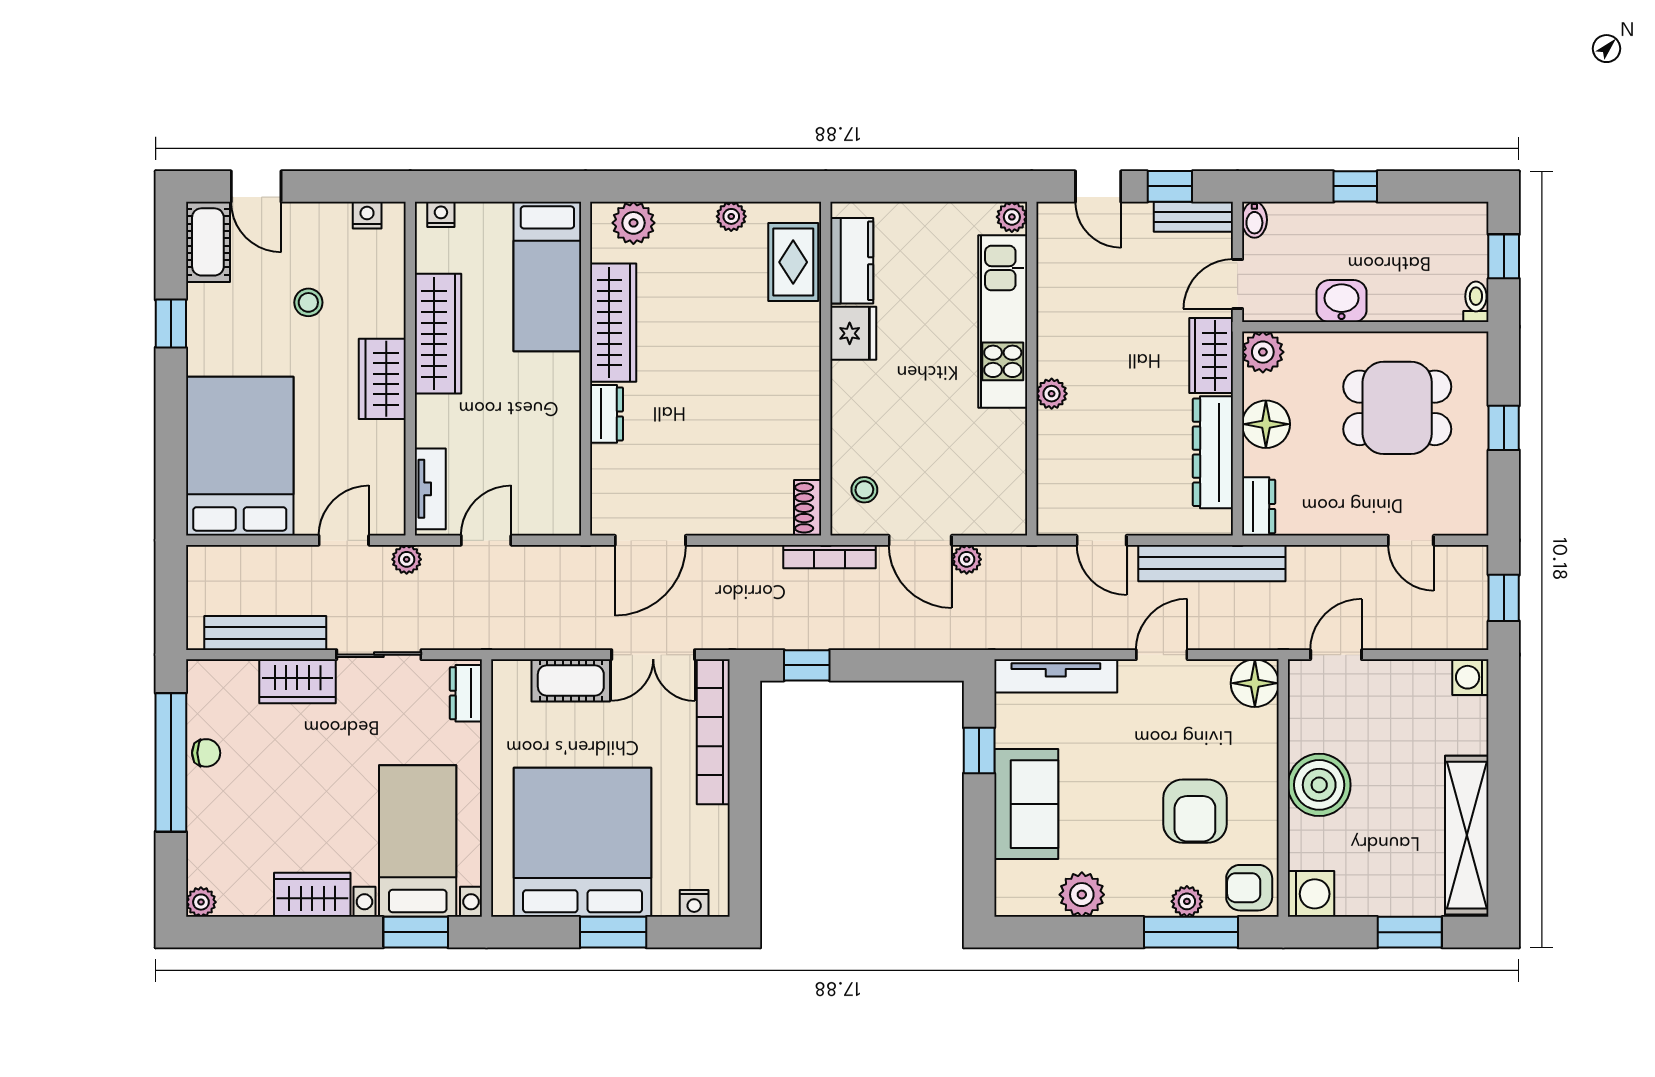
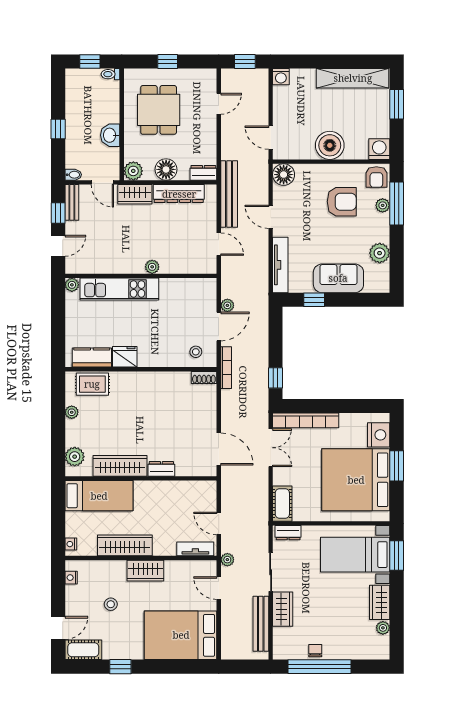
door: (1102, 540) -> (219, 244), hinge flipped
cot: (571, 680) -> (282, 504), moved
plant: (201, 902) -> (383, 628), moved
nightstand: (694, 903) -> (379, 435), width x1.89, depth x1.79

